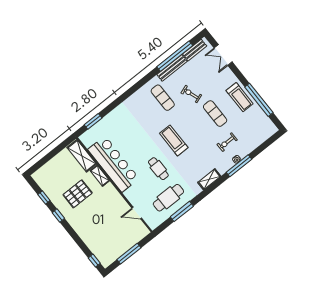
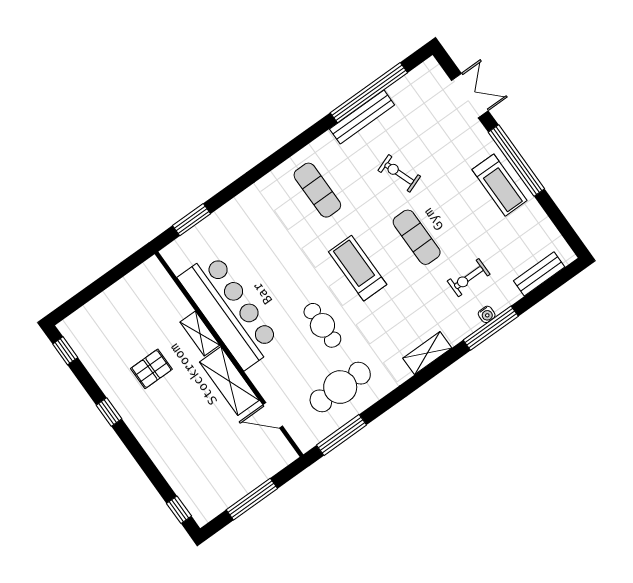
bench: (195, 50) -> (539, 274), moved
double door: (223, 55) -> (470, 96), swing flipped
exercise mat: (163, 98) -> (317, 190), moved
window: (259, 100) -> (516, 161), moved
exercise mat: (215, 114) -> (417, 237), moved
shelving: (82, 156) -> (229, 381), moved
pallet: (78, 194) -> (151, 369), width x0.67, depth x0.71
window: (44, 197) -> (65, 351), moved
window: (182, 211) -> (342, 435), moved

